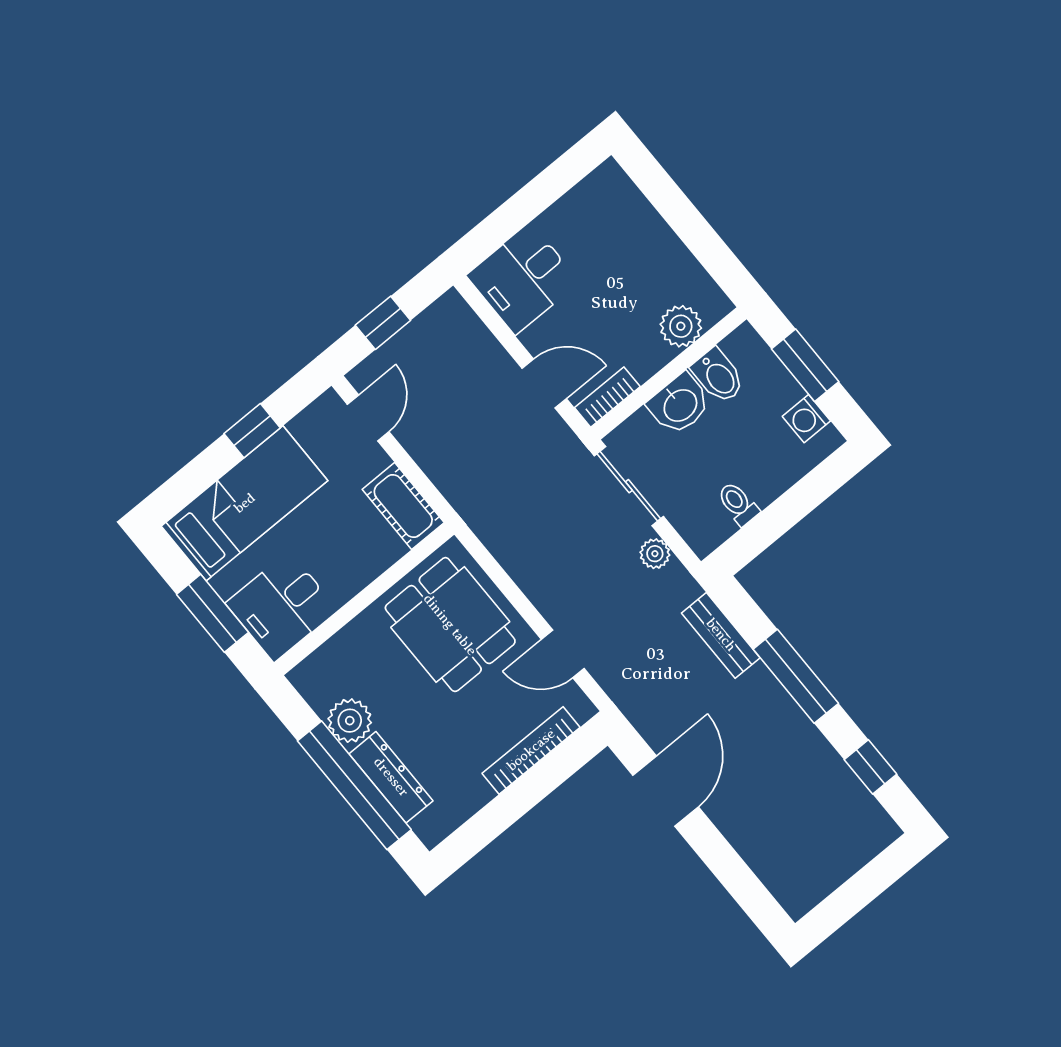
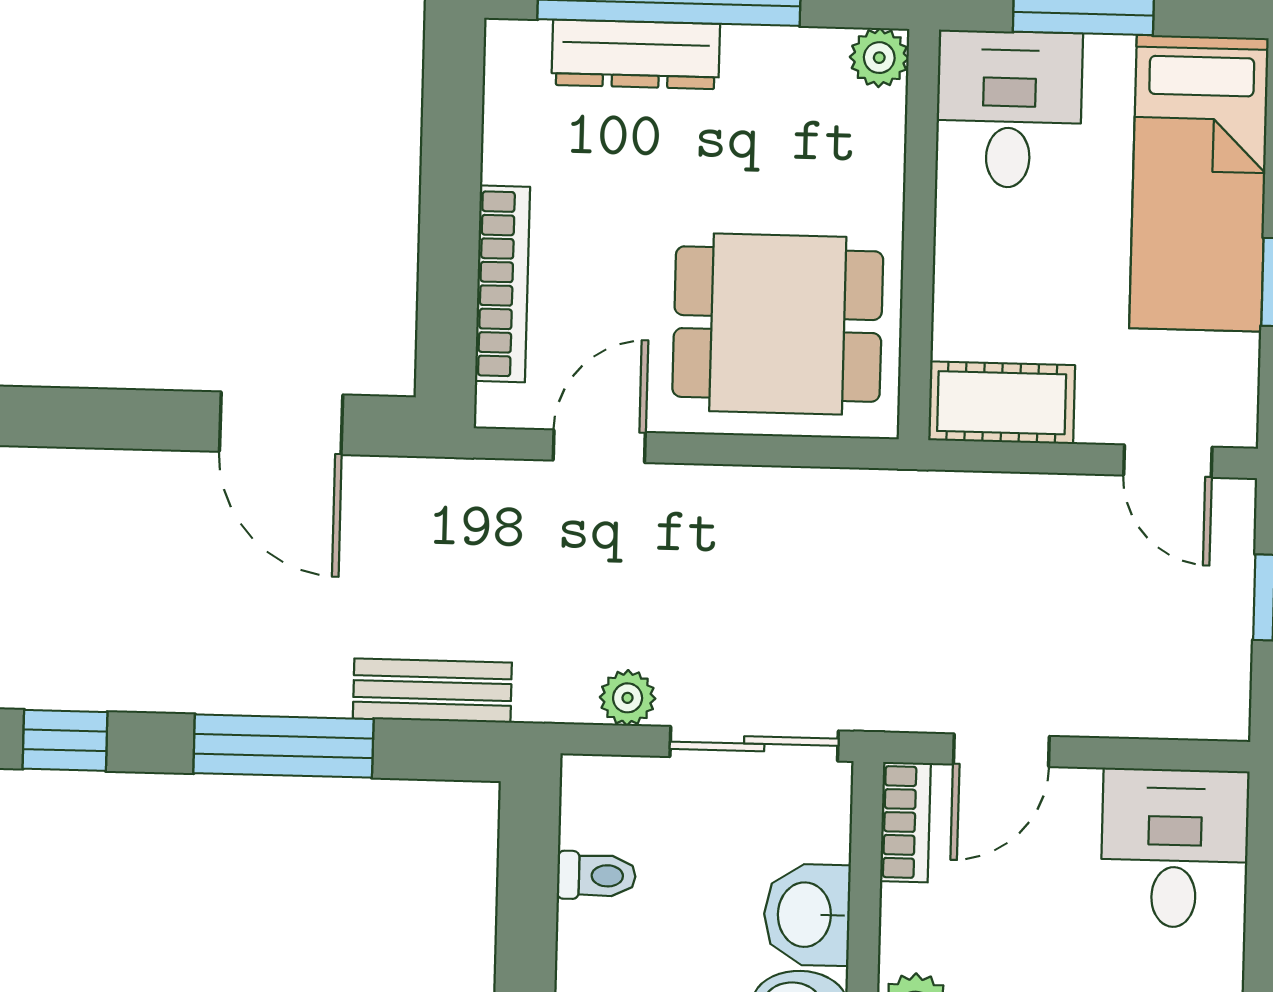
plant: (350, 721) -> (879, 58), moved, width x0.73, depth x0.73

